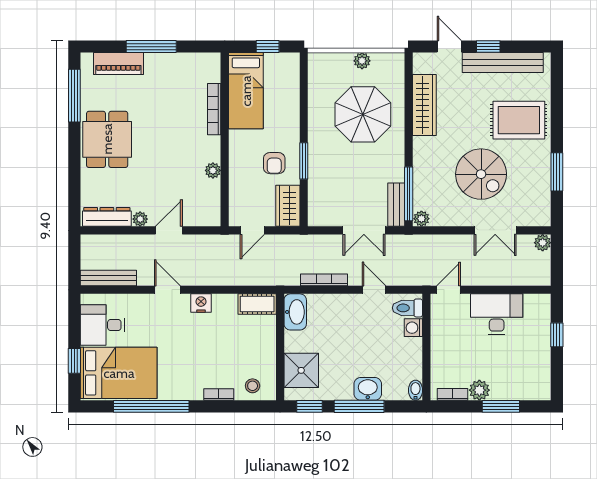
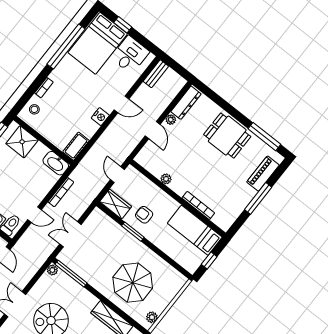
plant: (362, 61) -> (152, 317), moved
bench: (396, 205) -> (70, 262), removed
bench: (108, 278) -> (156, 74), width x0.73

